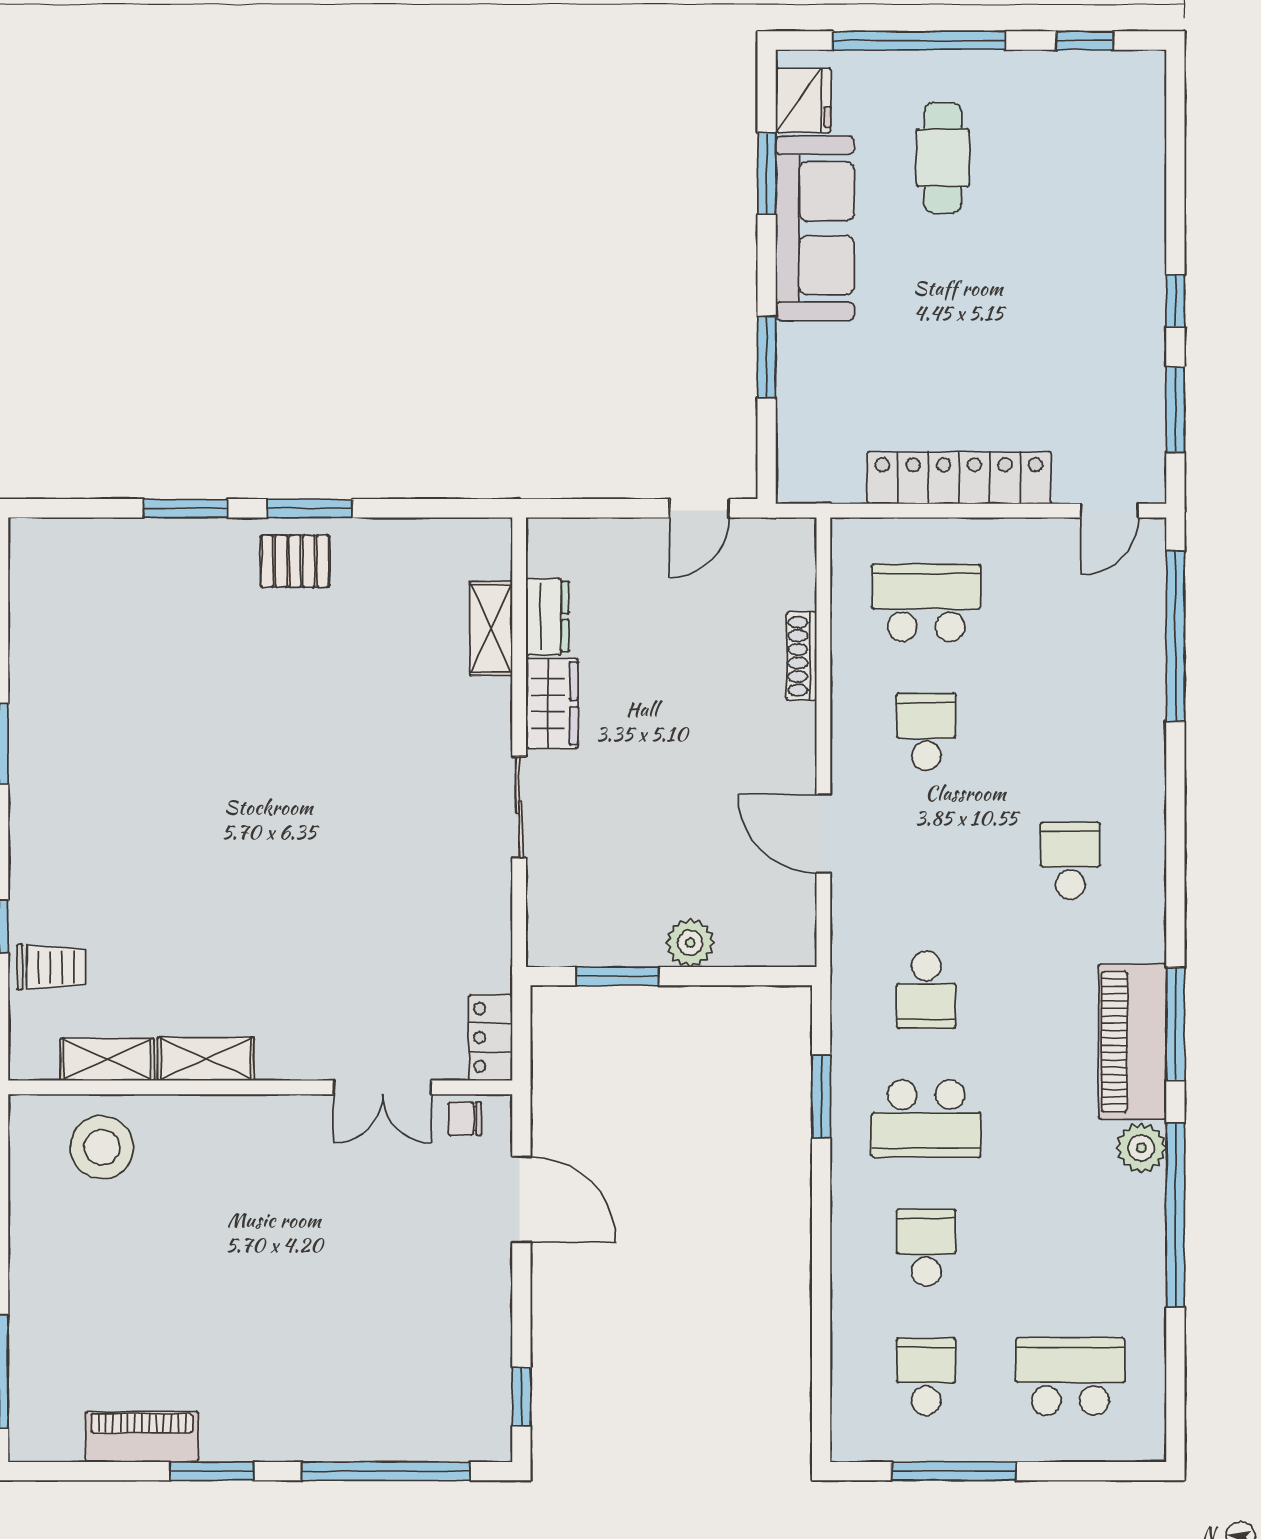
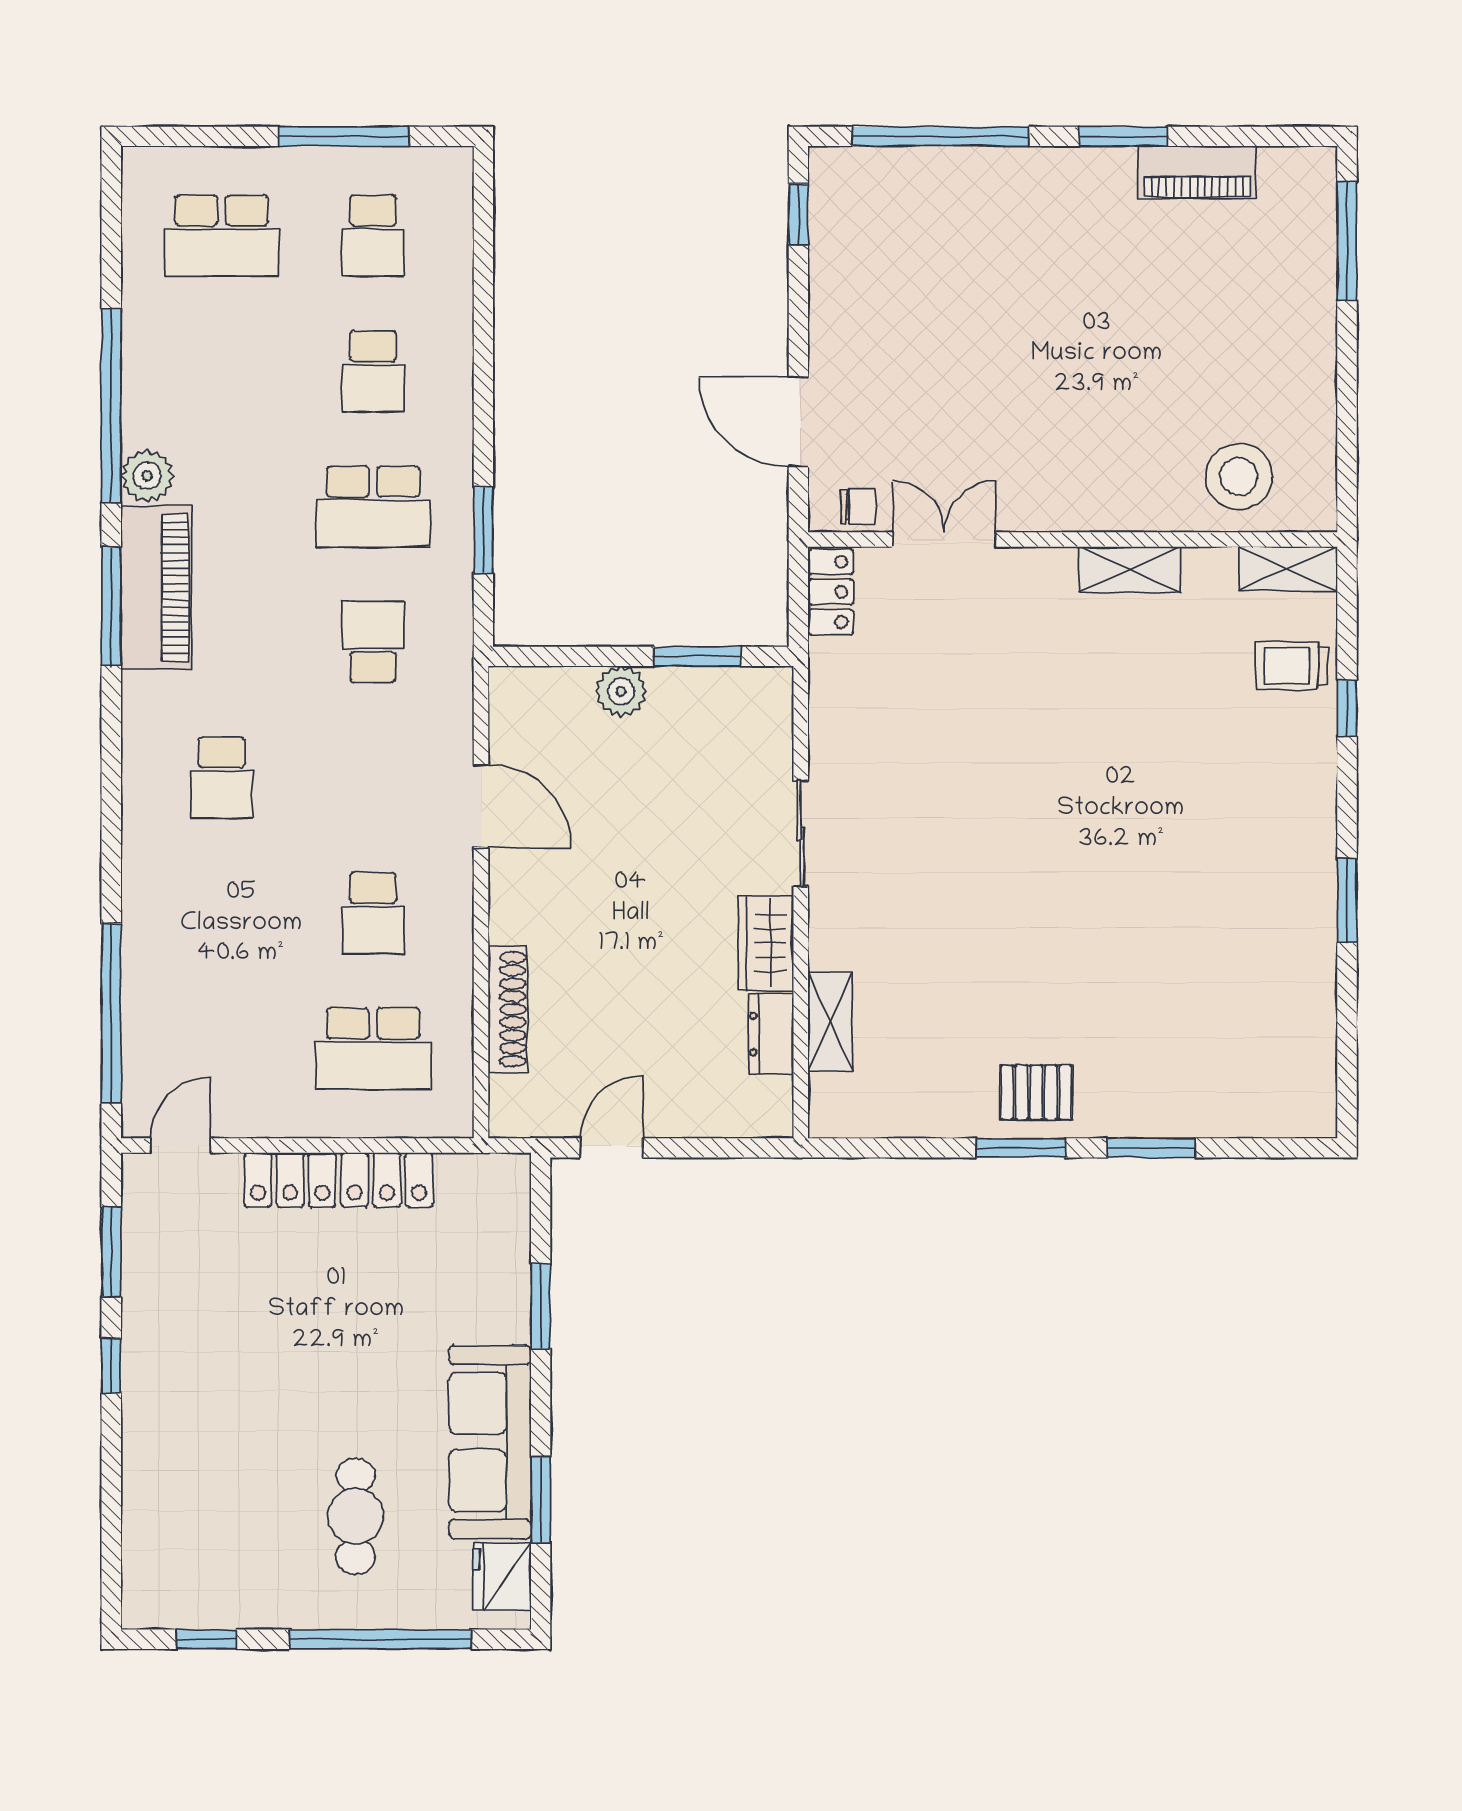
shoe rack: (801, 656) -> (508, 1009), width x1.36, depth x1.24
shelving: (107, 1059) -> (1288, 569), moved
school desk: (926, 1119) -> (373, 507), turned 180

